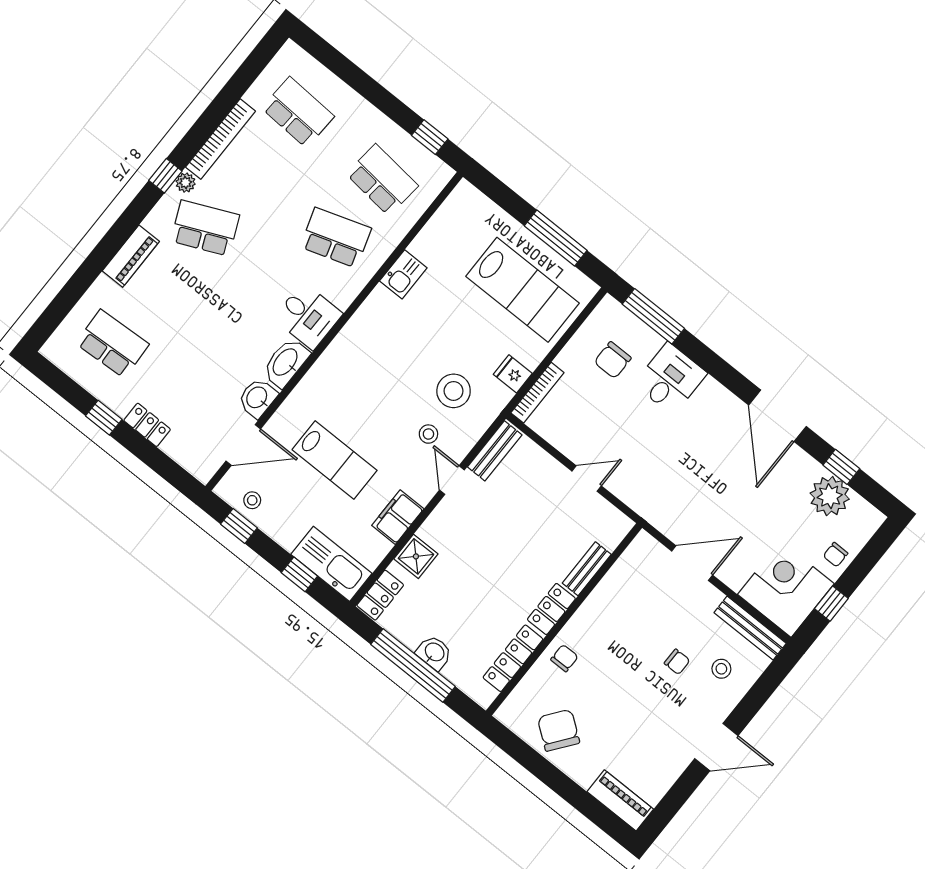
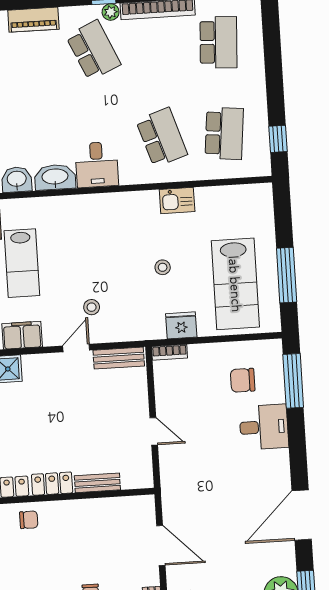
fridge: (513, 374) -> (181, 325), width x1.38
stool: (454, 391) -> (163, 267), moved, width x0.53, depth x0.53
bookcase: (537, 393) -> (170, 352), width x0.64

